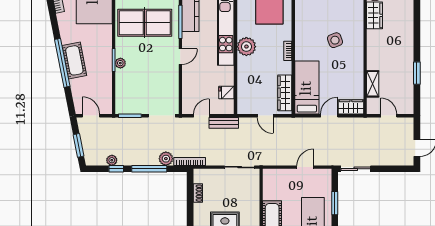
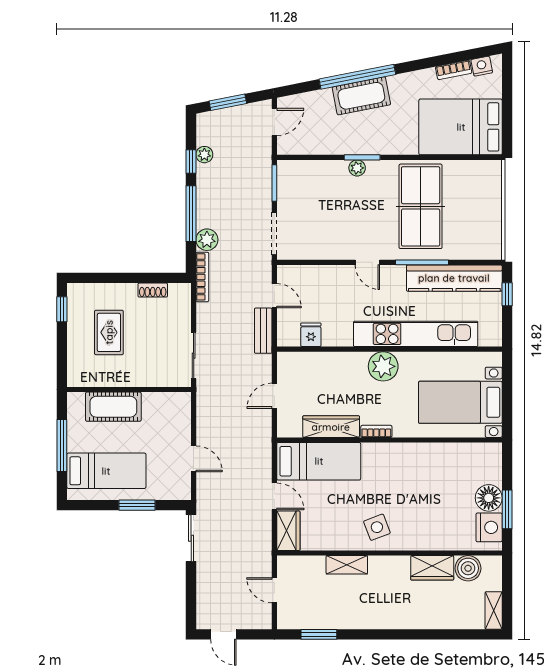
side table: (335, 40) -> (377, 527), moved
window: (417, 73) -> (319, 634), moved
shelving: (373, 84) -> (347, 565), moved
wardrobe: (285, 93) -> (331, 427), moved
door: (389, 116) -> (274, 590), swing flipped

